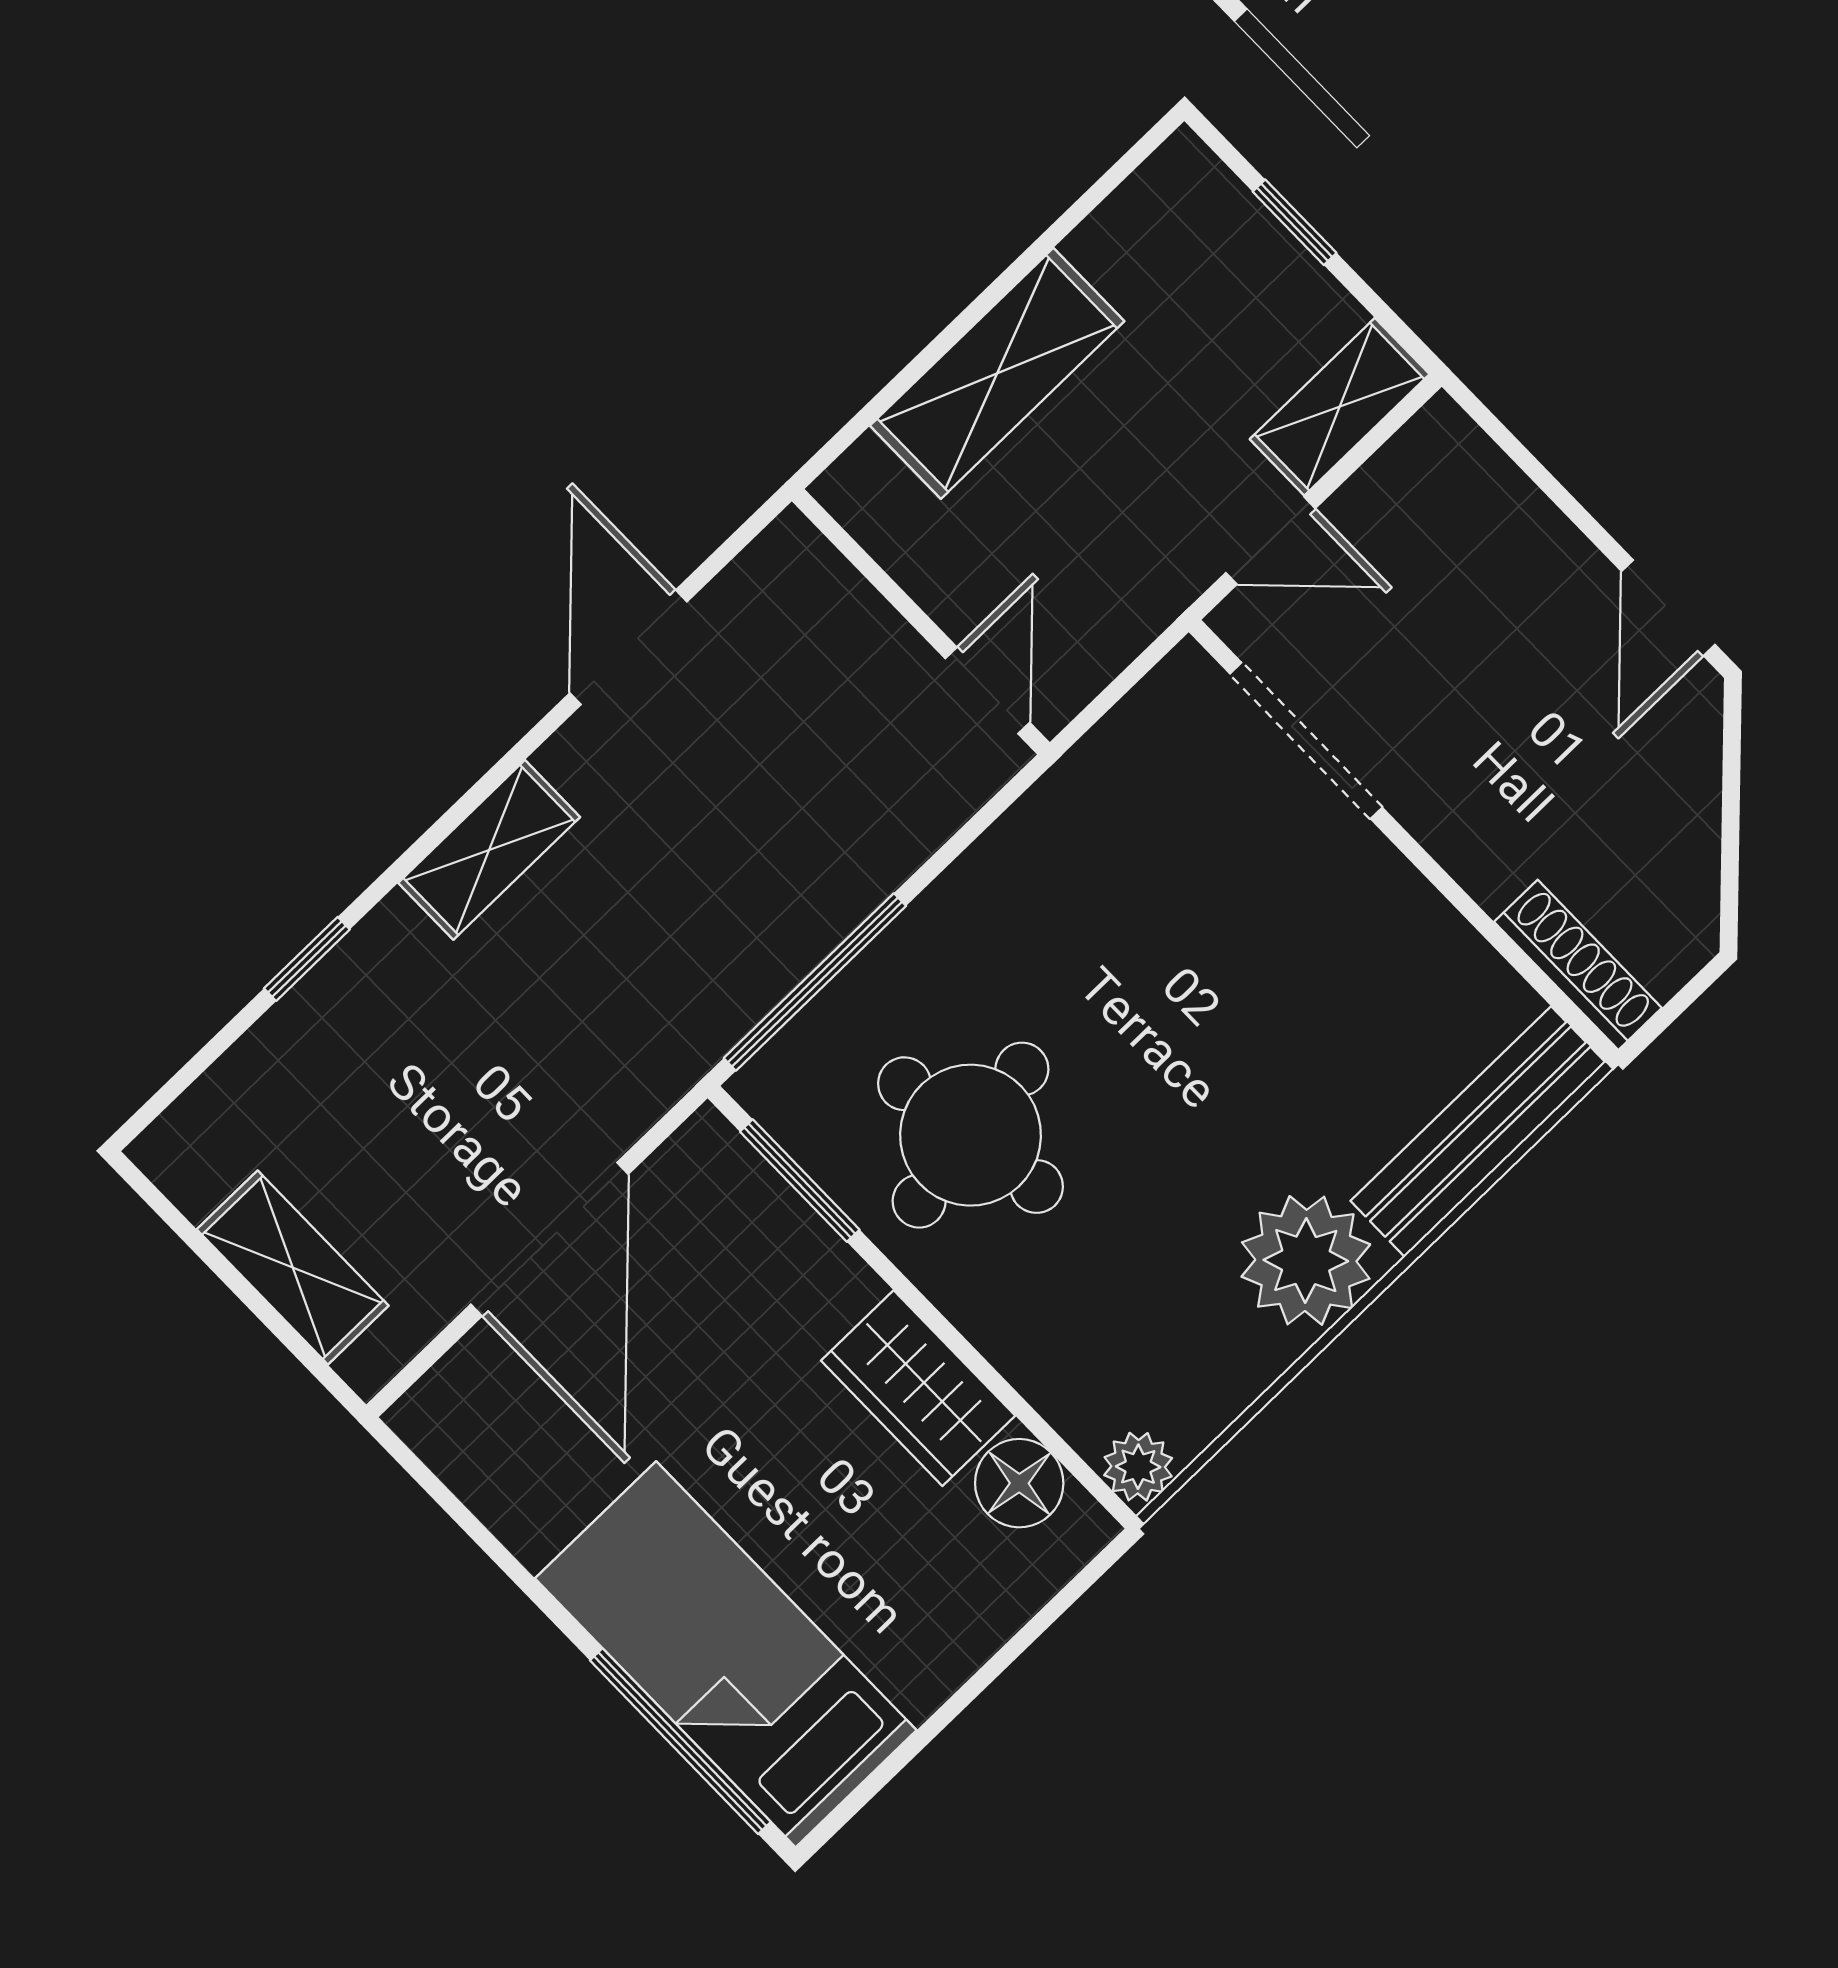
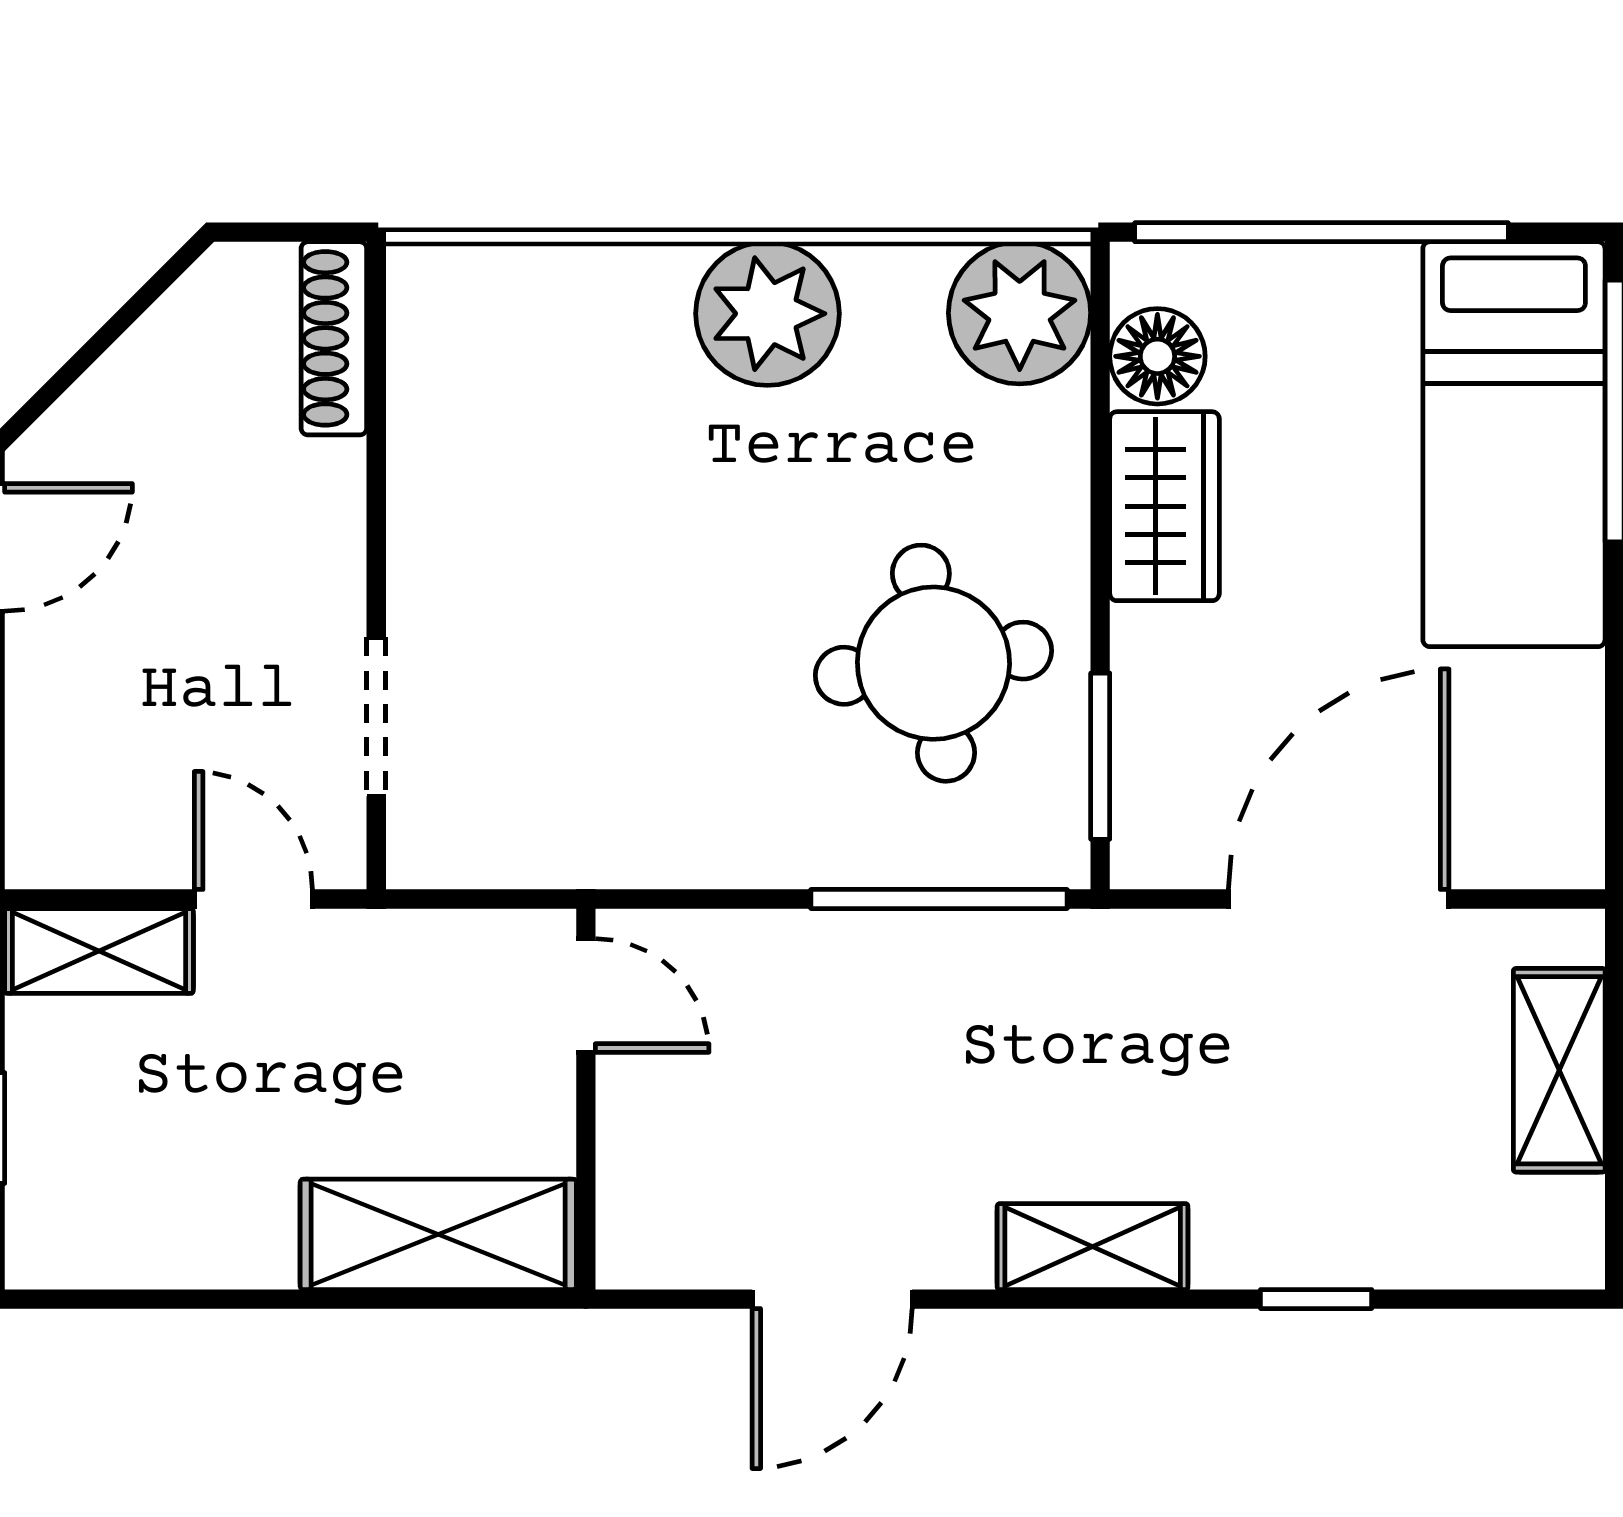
shelving: (997, 373) -> (438, 1234), moved
door: (988, 691) -> (586, 995), swing flipped
doorway: (1306, 741) -> (376, 717), width x0.73
bench: (1478, 1132) -> (537, 284), removed
plant: (1138, 1467) -> (1020, 313), width x1.87, depth x1.87
window: (990, 1671) -> (1321, 232), added

